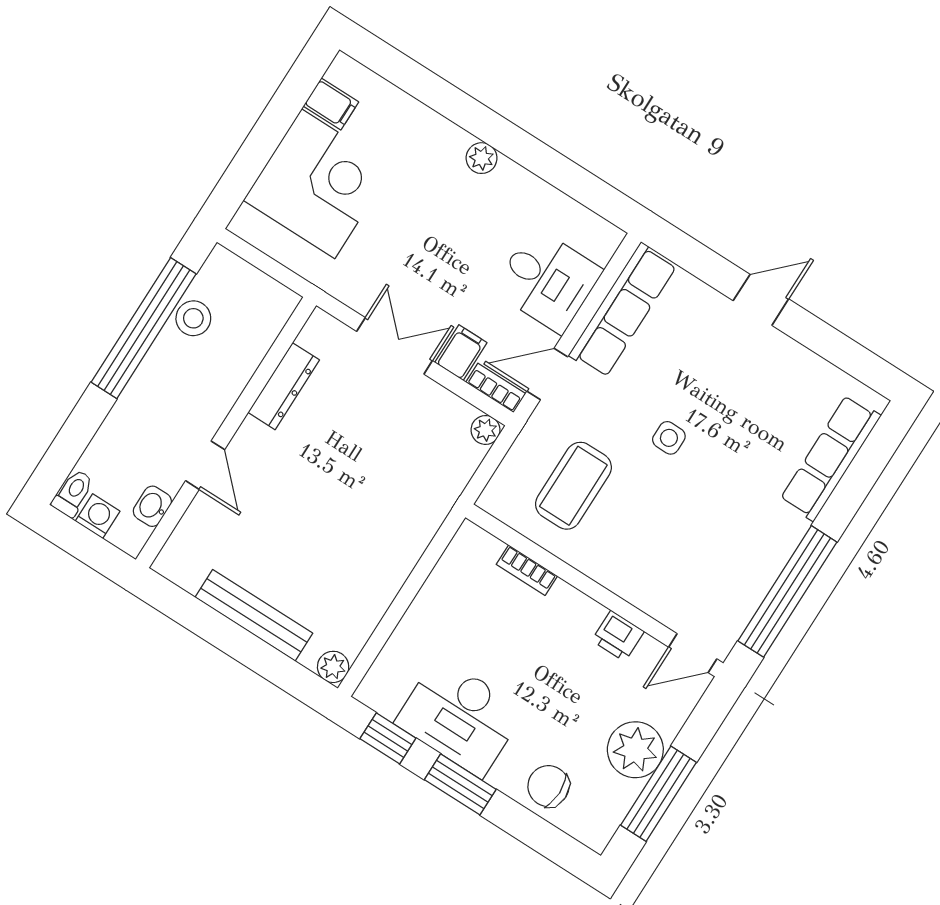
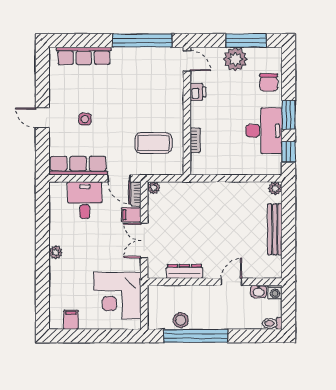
corner desk: (318, 184) -> (117, 296), moved, turned -90
side table: (669, 438) -> (85, 119), moved
washing machine: (98, 516) -> (275, 292), moved, turned -90

